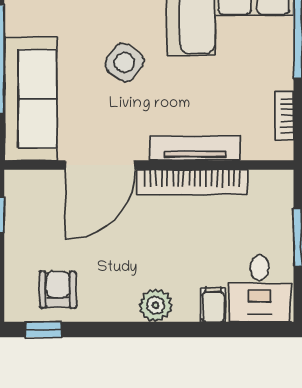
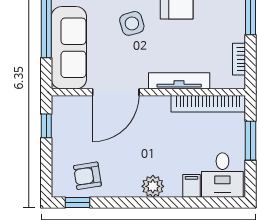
side table: (124, 62) -> (132, 23), turned 38
bookcase: (192, 182) -> (208, 104), moved
armchair: (58, 290) -> (87, 176), turned -99

